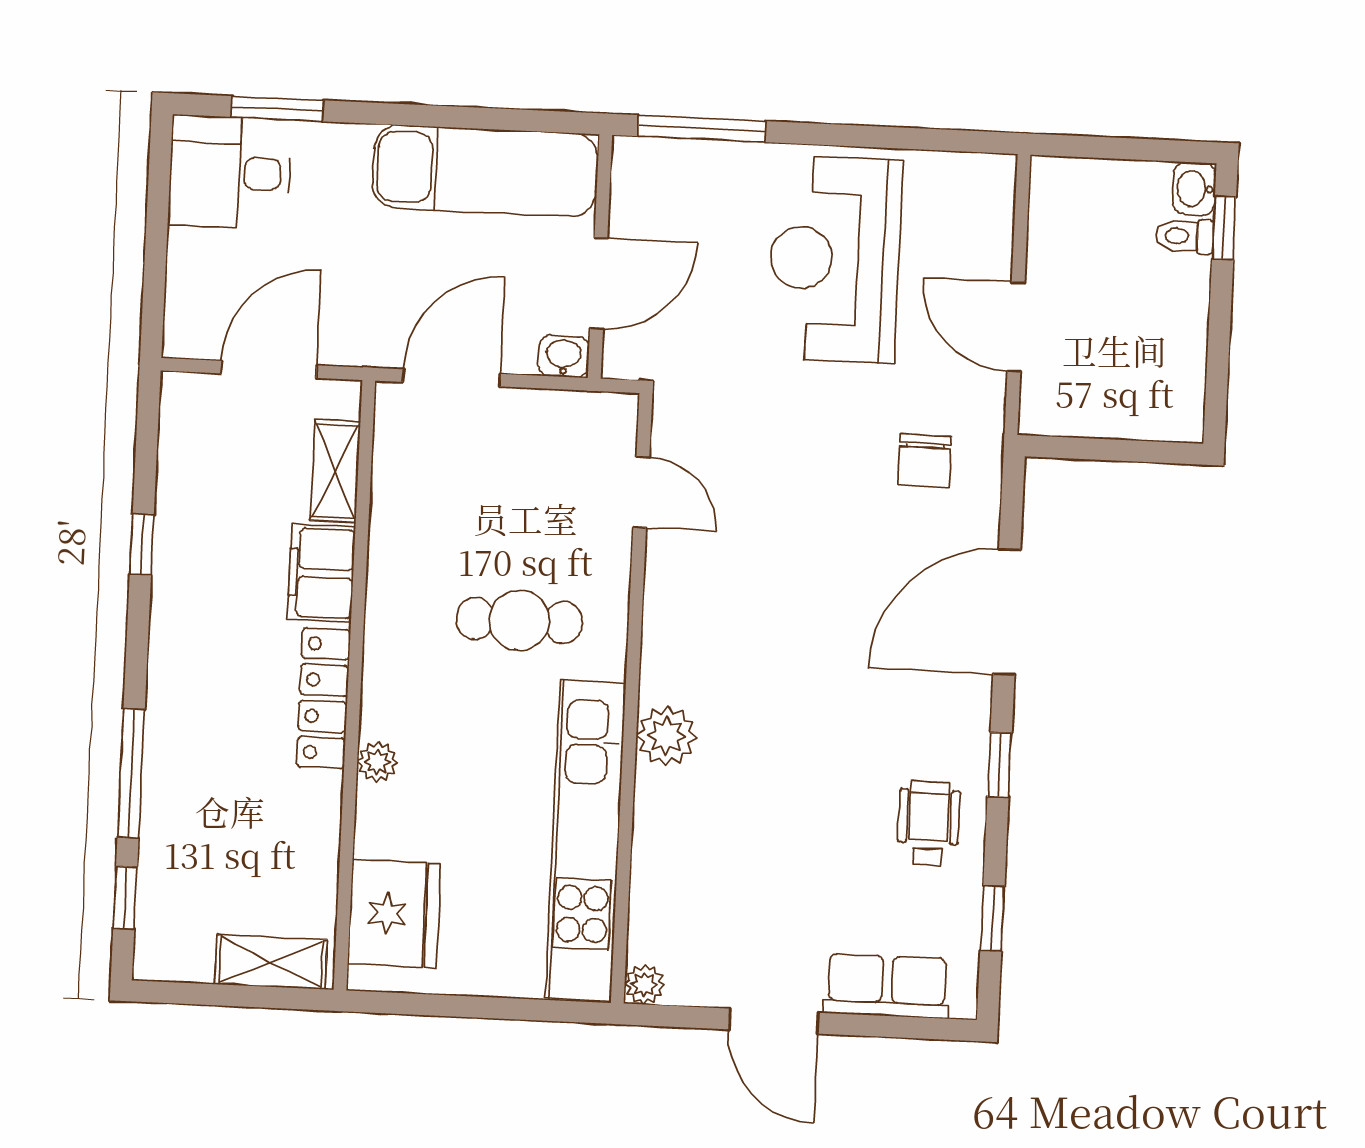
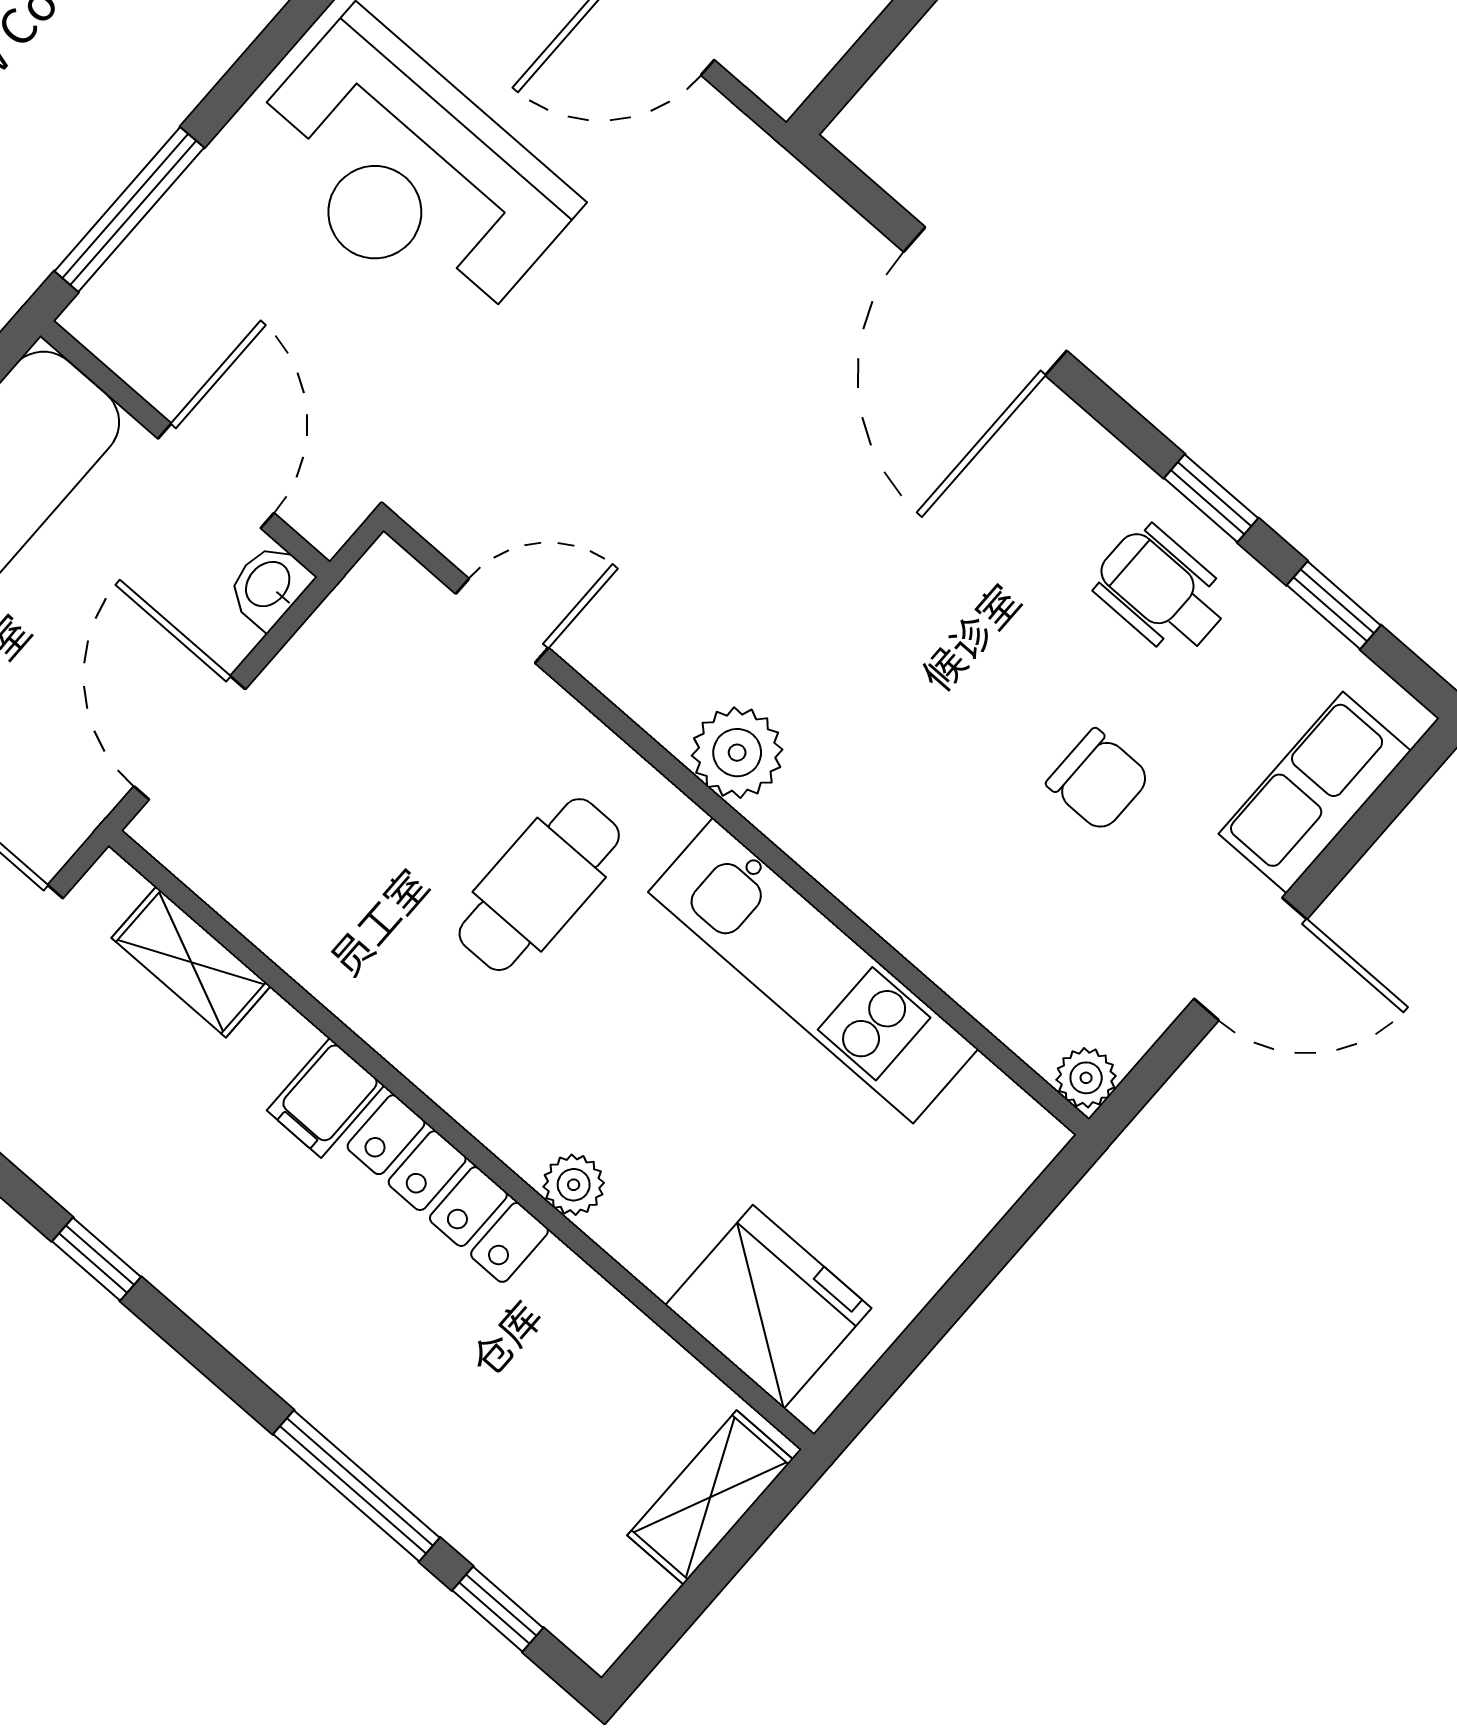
chair: (924, 461) -> (1098, 780), moved
filing cabinet: (321, 573) -> (325, 1098), width x0.50
plant: (666, 736) -> (737, 753), moved
window: (1000, 765) -> (1211, 498), moved
kitchen unit: (586, 841) -> (813, 970), width x0.73

